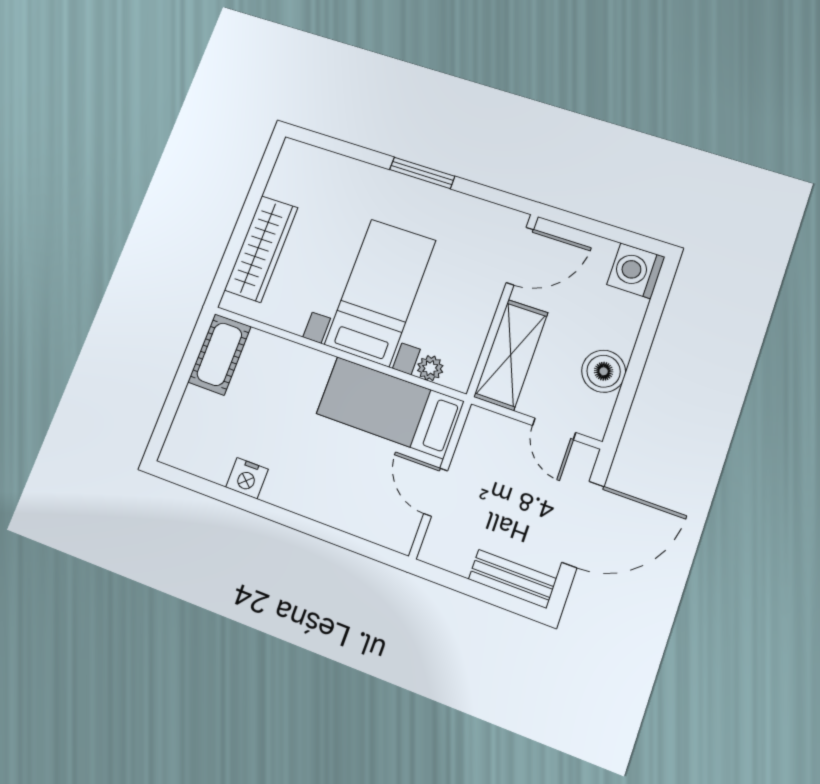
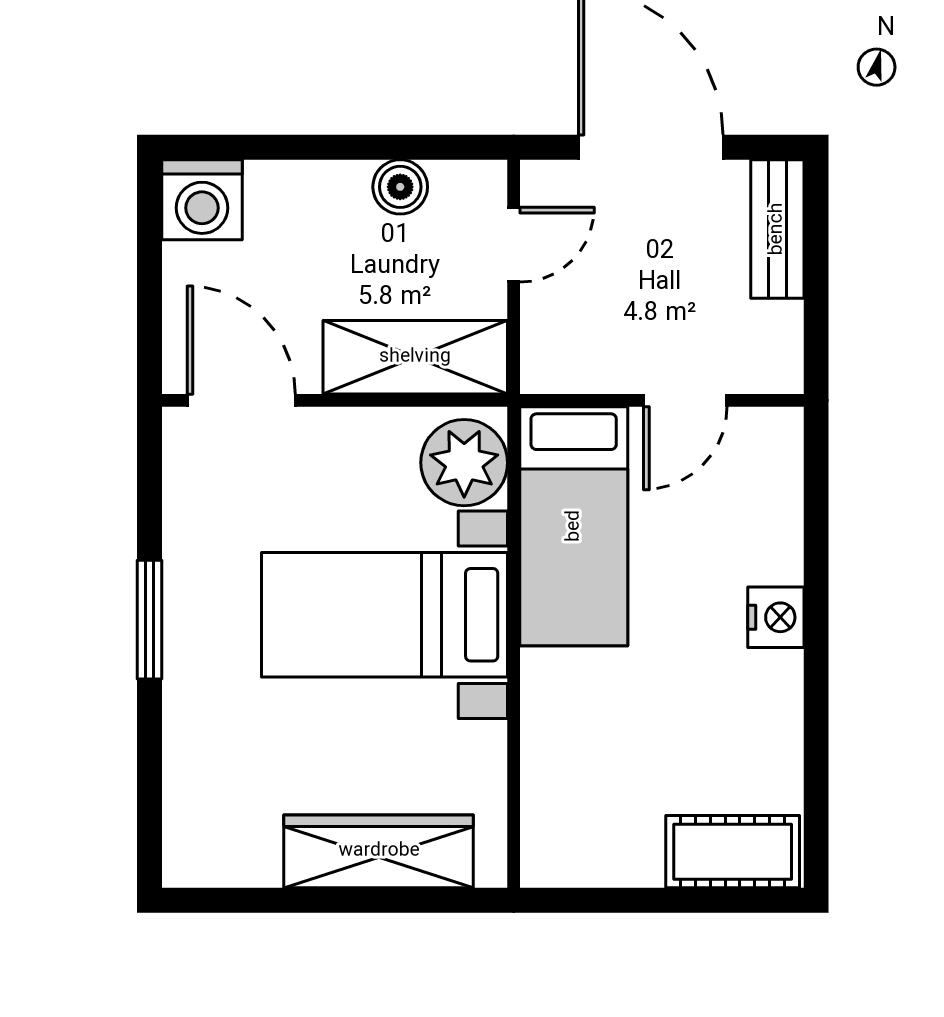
cot: (219, 354) -> (733, 852), moved
plant: (430, 368) -> (464, 463), width x1.88, depth x1.88
boiler: (604, 371) -> (400, 187), width x0.73, depth x0.73
nightstand: (247, 478) -> (776, 617), moved

